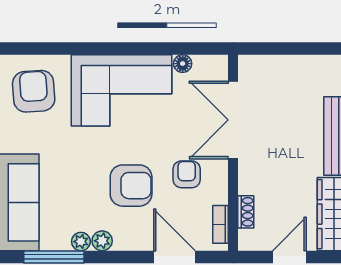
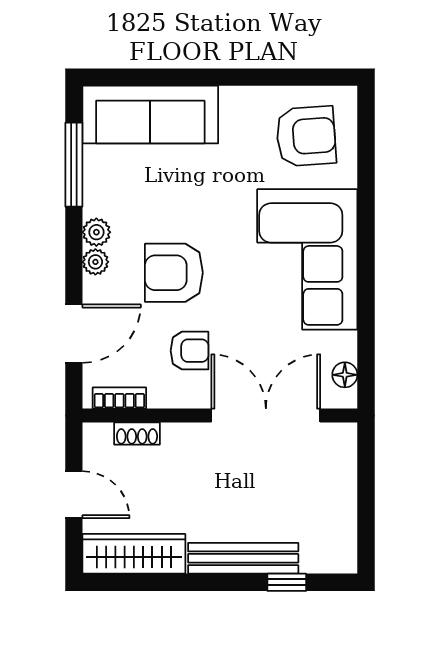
floor lamp: (183, 64) -> (345, 375), moved
armchair: (131, 186) -> (174, 273), turned 90
plant: (81, 242) -> (95, 262), moved

